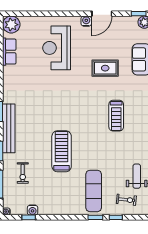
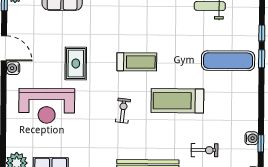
rug: (105, 68) -> (76, 63), moved
treadmill: (116, 116) -> (137, 62), moved
exercise bike: (126, 200) -> (123, 111), moved

